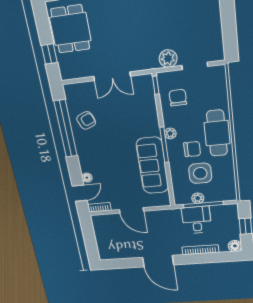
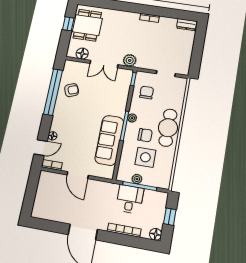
window: (49, 54) -> (68, 24), moved
plant: (168, 59) -> (130, 60), moved
floor lamp: (80, 70) -> (82, 54), added

